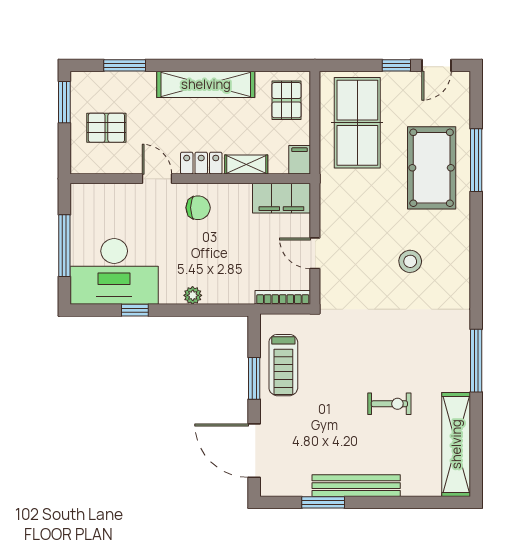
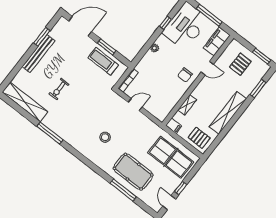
locker: (201, 163) -> (200, 89), removed
filing cabinet: (281, 198) -> (217, 41), moved

